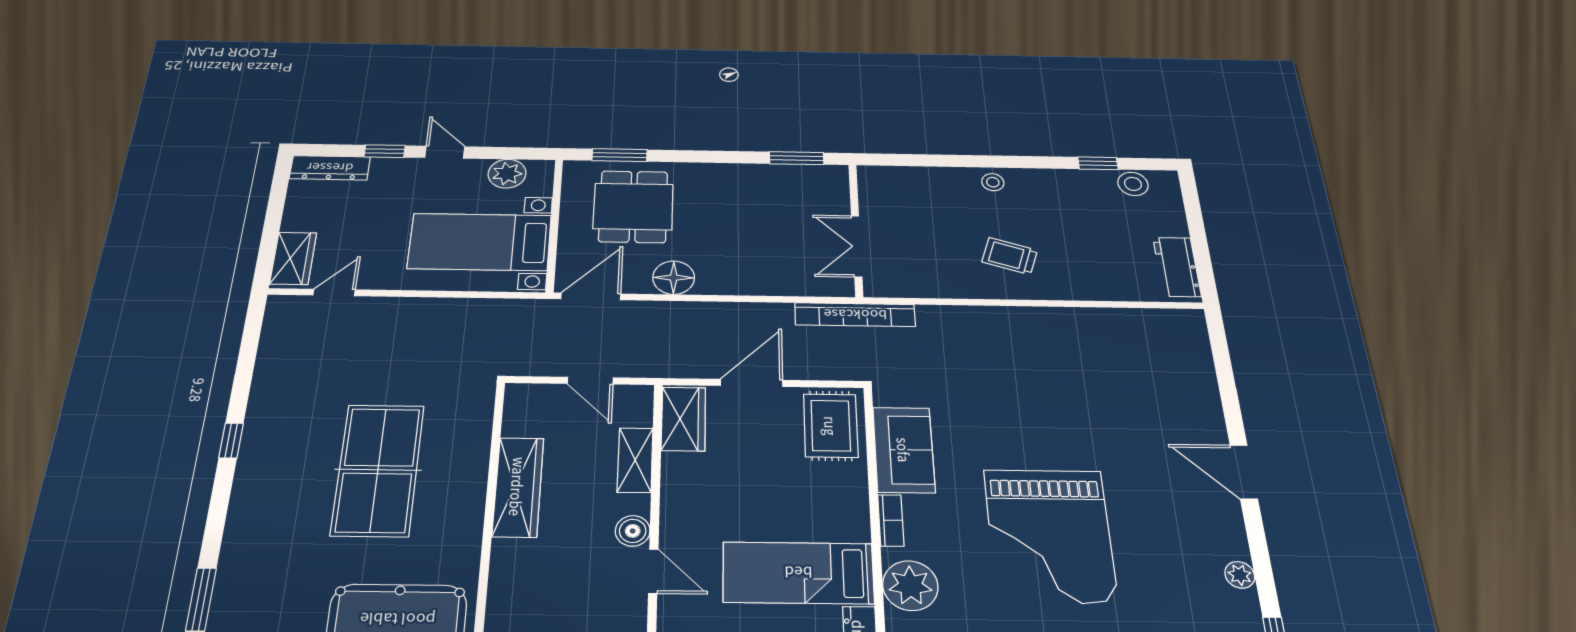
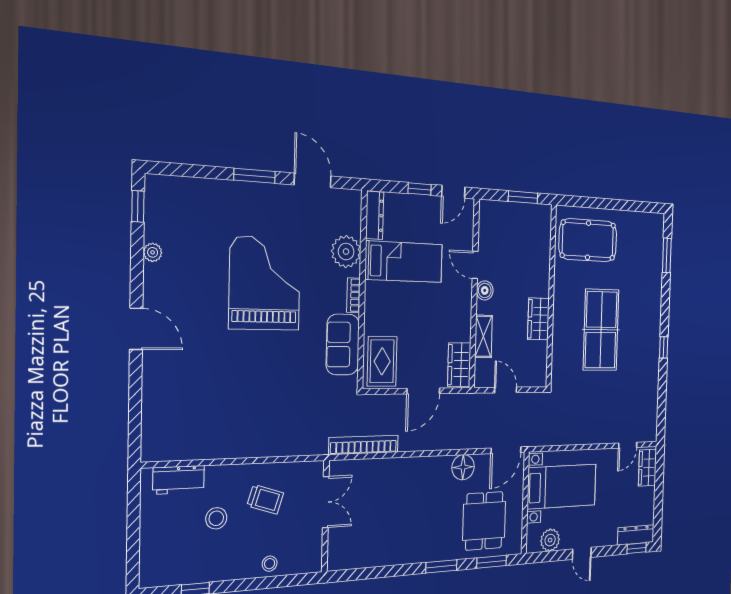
window: (385, 151) -> (637, 548), moved
window: (797, 158) -> (441, 566), moved
stool: (1133, 184) -> (216, 518), moved
wall: (856, 229) -> (325, 516), moved
double door: (857, 246) -> (326, 502), moved
workbench: (1177, 267) -> (179, 480), moved, turned 90
wardrobe: (518, 487) -> (538, 319), width x0.67

